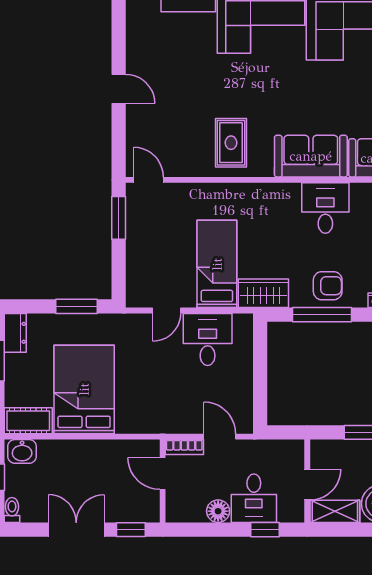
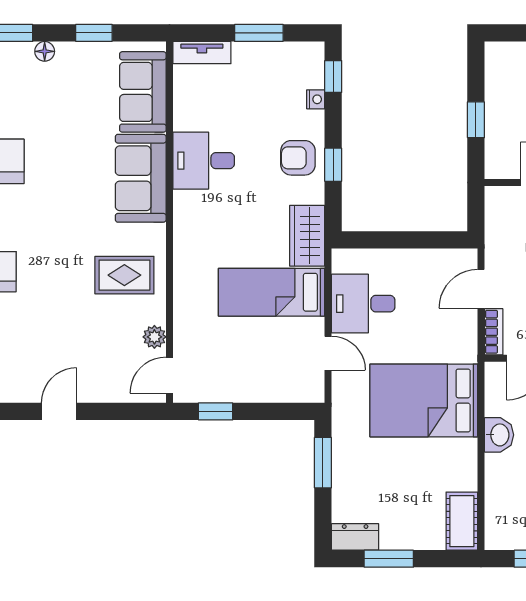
plant: (180, 167) -> (154, 337), added
window: (119, 218) -> (216, 411), width x0.67
armchair: (328, 286) -> (298, 158), turned -90
window: (322, 315) -> (333, 165), width x0.46
bed: (84, 389) -> (424, 400), moved
washbasin: (22, 451) -> (499, 435), moved

